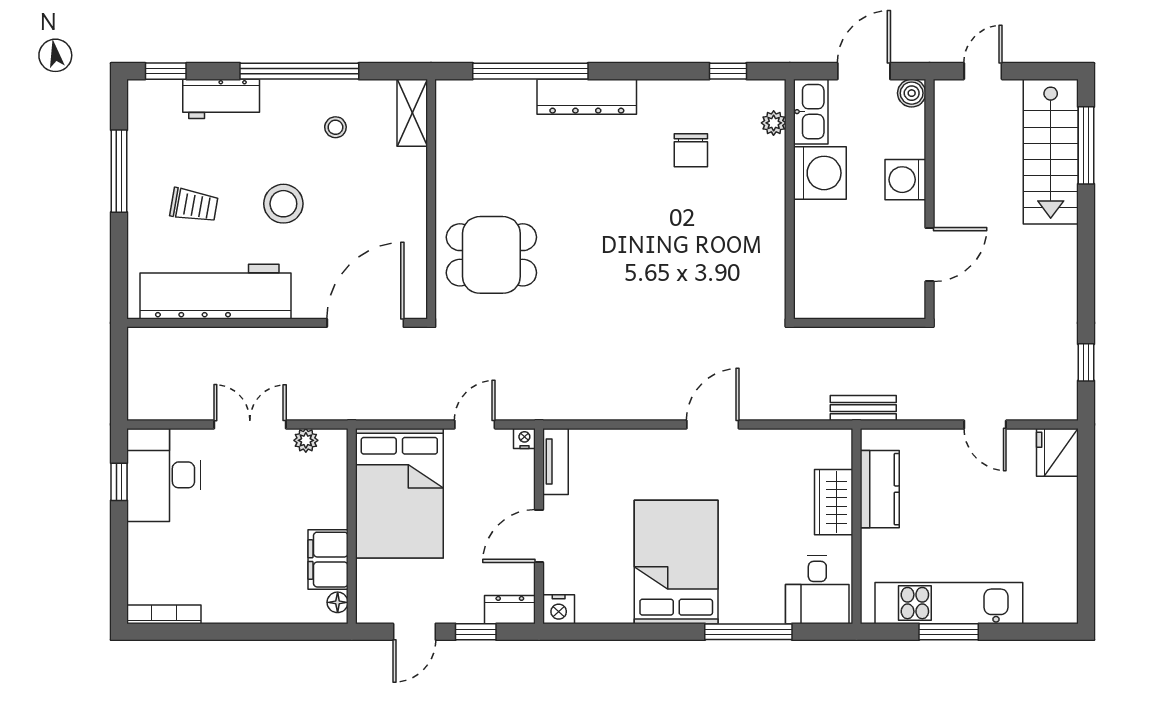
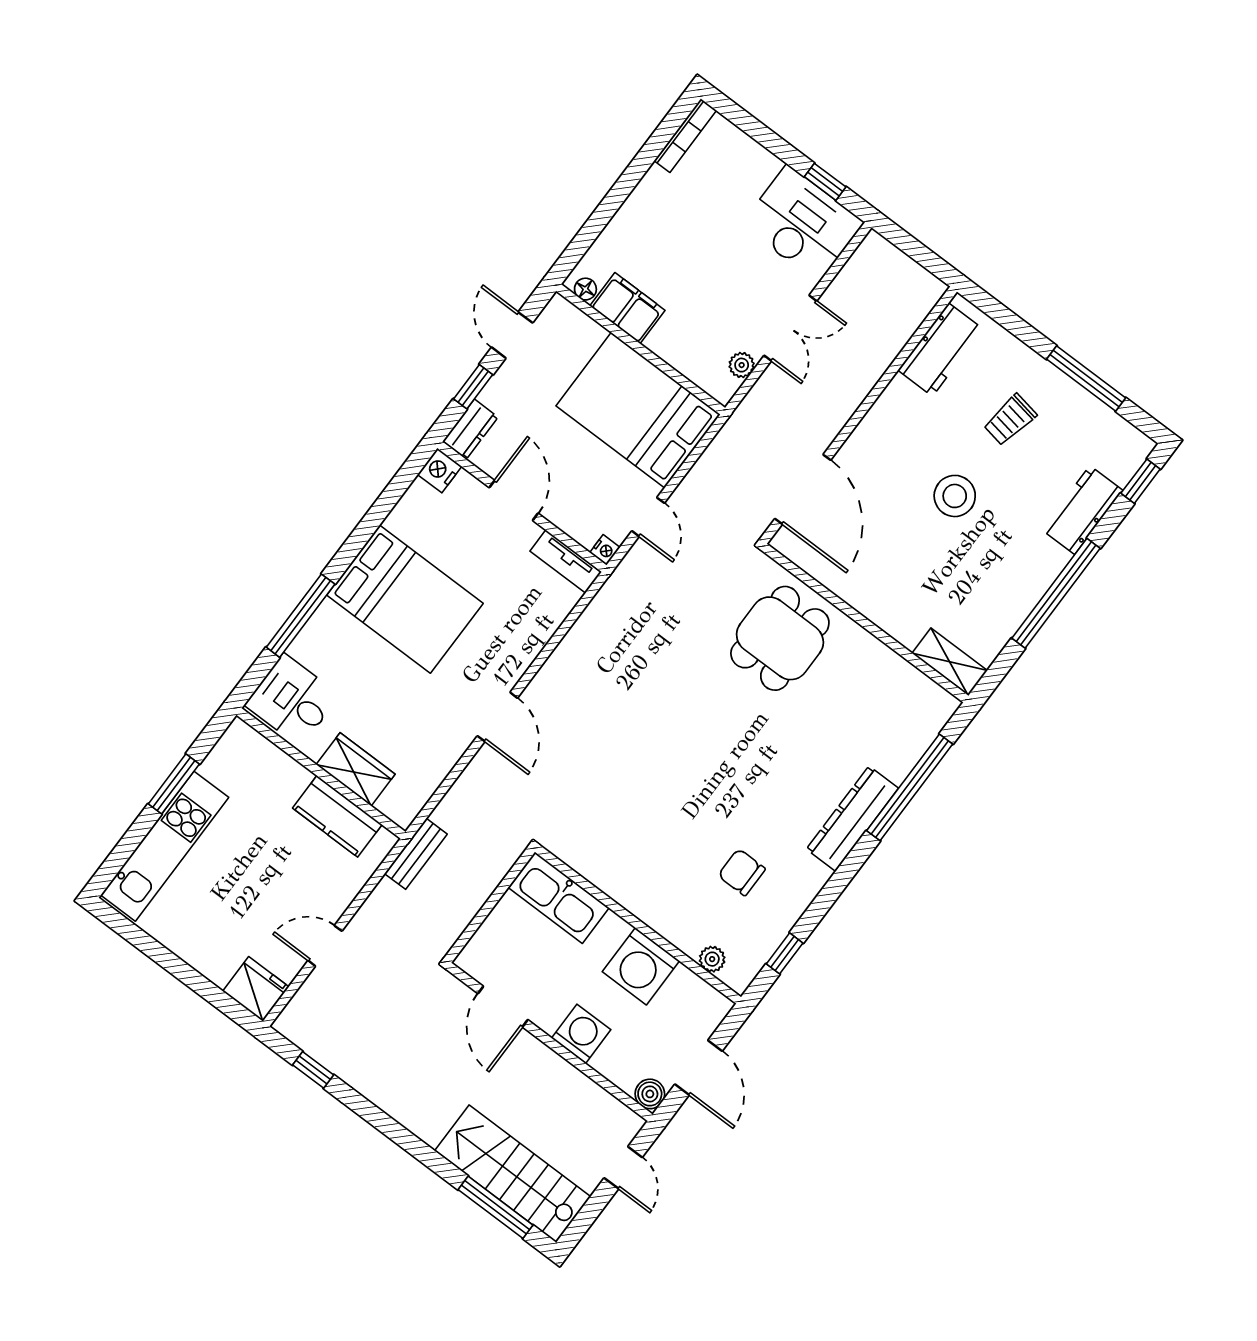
kitchen sink: (811, 112) -> (558, 898), moved, width x1.36, depth x1.24
stool: (335, 127) -> (986, 588), removed
workbench: (216, 292) -> (940, 350), width x0.53, depth x0.76
kitchen unit: (949, 603) -> (165, 846), moved

